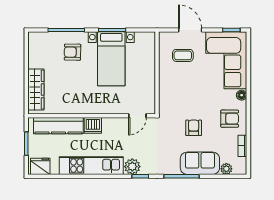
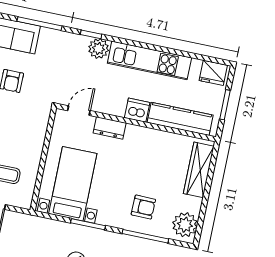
plant: (38, 45) -> (185, 225), added
bed with nightstands: (111, 59) -> (73, 184), moved
dresser: (111, 107) -> (110, 128), added

